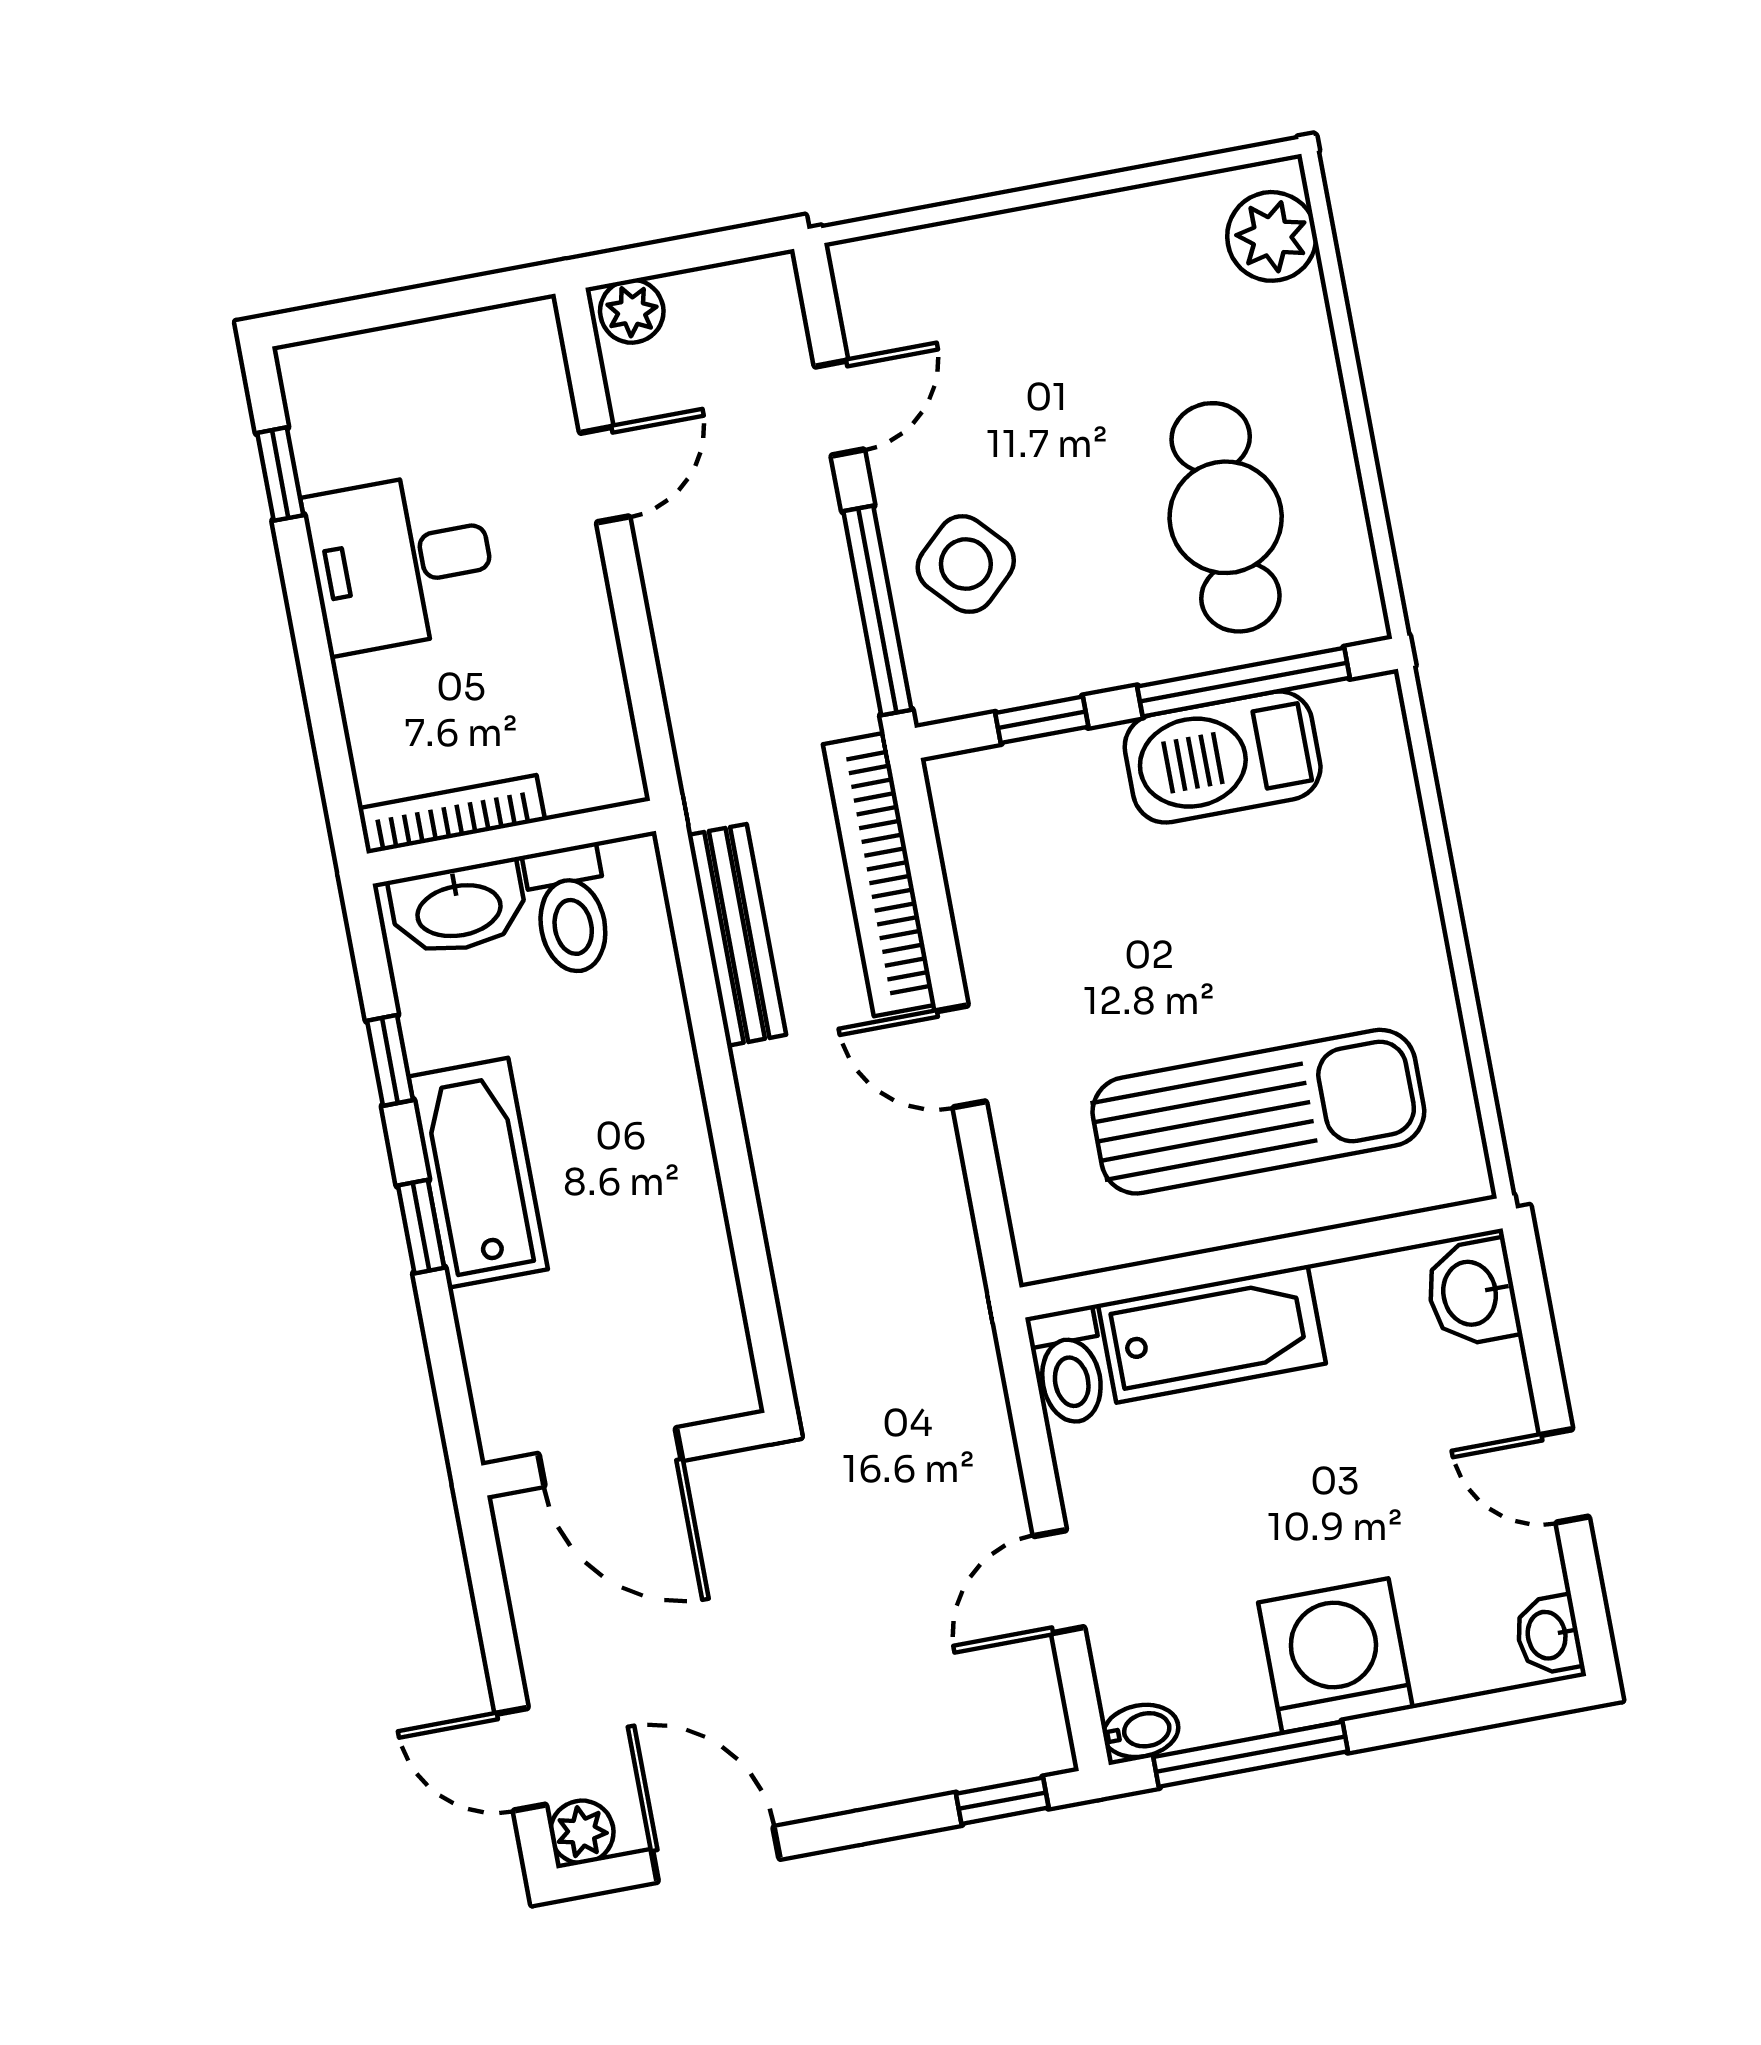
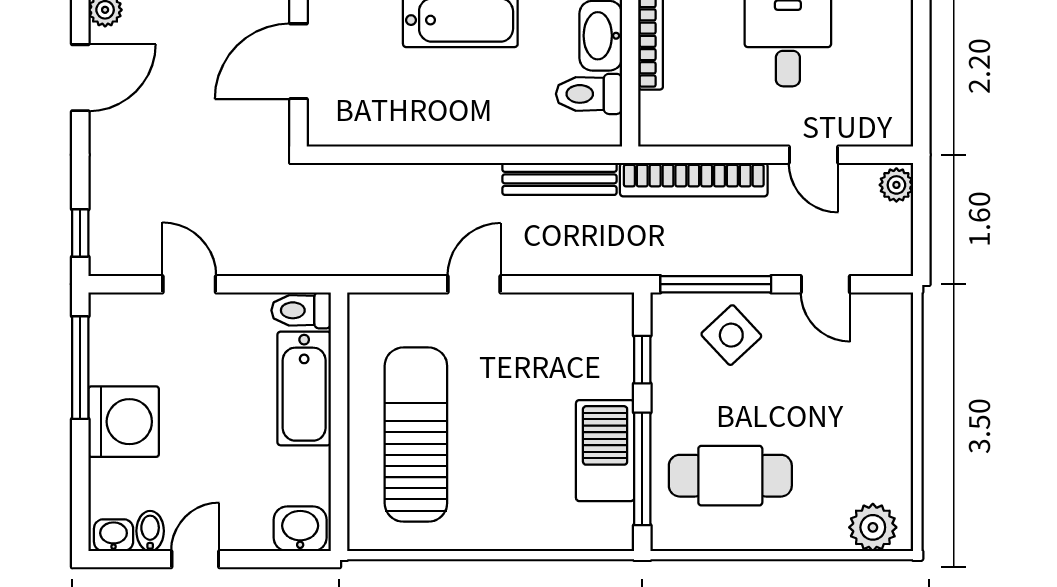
bookcase: (879, 874) -> (694, 180), moved, turned 180
sun lounger: (1258, 1112) -> (416, 435), turned 180
bidet: (1141, 1731) -> (150, 531), moved, turned 180

